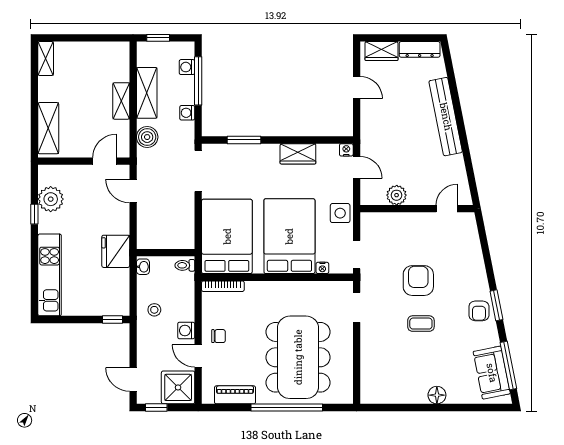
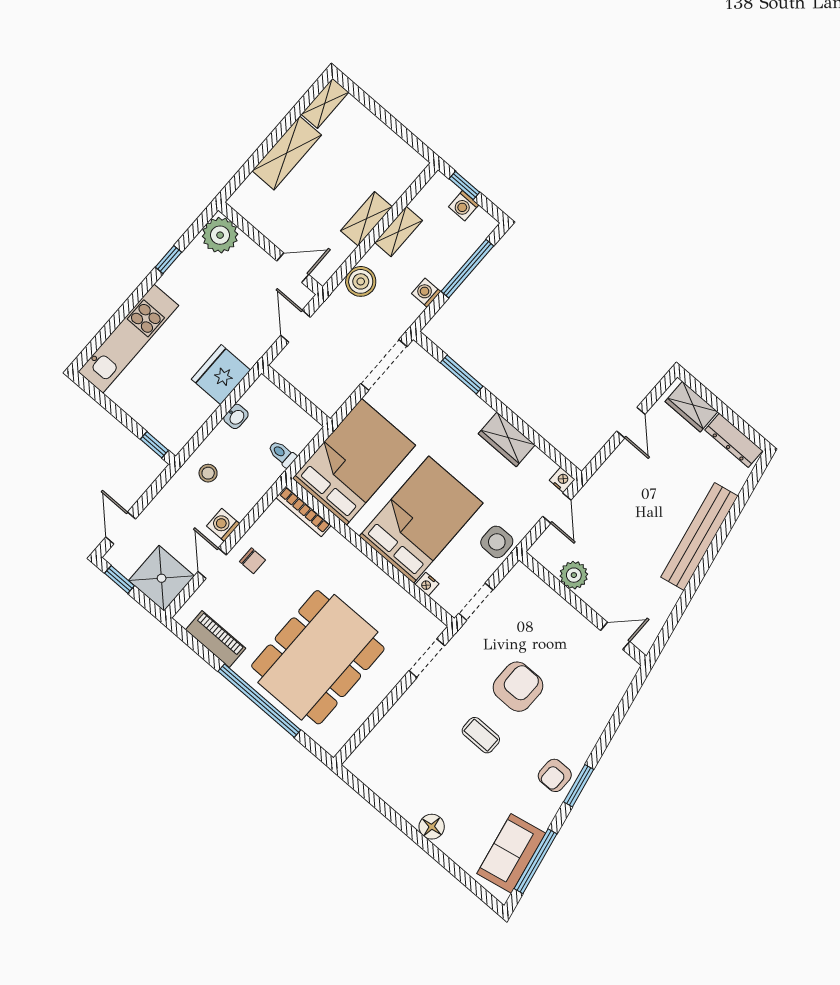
washing machine: (187, 67) -> (464, 206), moved, turned -90
shelving: (147, 93) -> (399, 231), width x0.67, depth x0.75
shelving: (48, 128) -> (287, 153), moved
plant: (51, 199) -> (220, 235), moved
wall: (166, 253) -> (296, 396), moved

